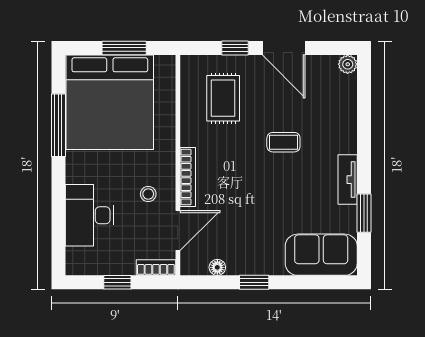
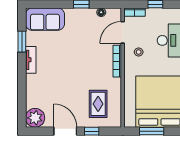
plant: (348, 64) -> (35, 118), width x1.88, depth x1.88
coffee table: (283, 142) -> (65, 80), removed

